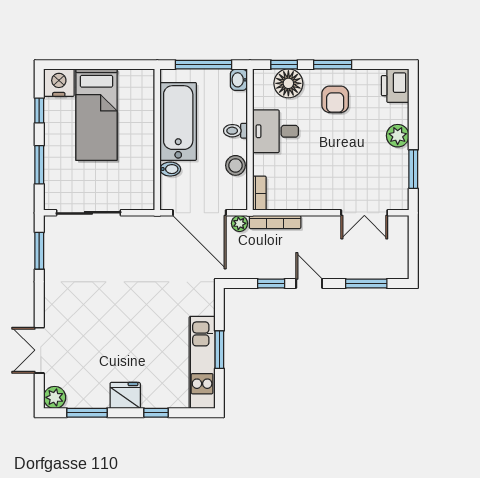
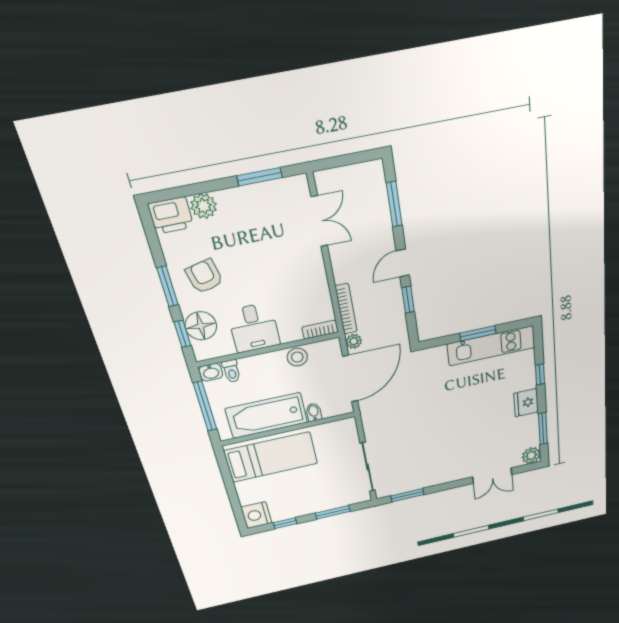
armchair: (335, 99) -> (204, 276), turned -103
bed: (96, 115) -> (271, 457), moved
toilet: (235, 131) -> (231, 371), moved
plant: (398, 136) -> (204, 206), moved

